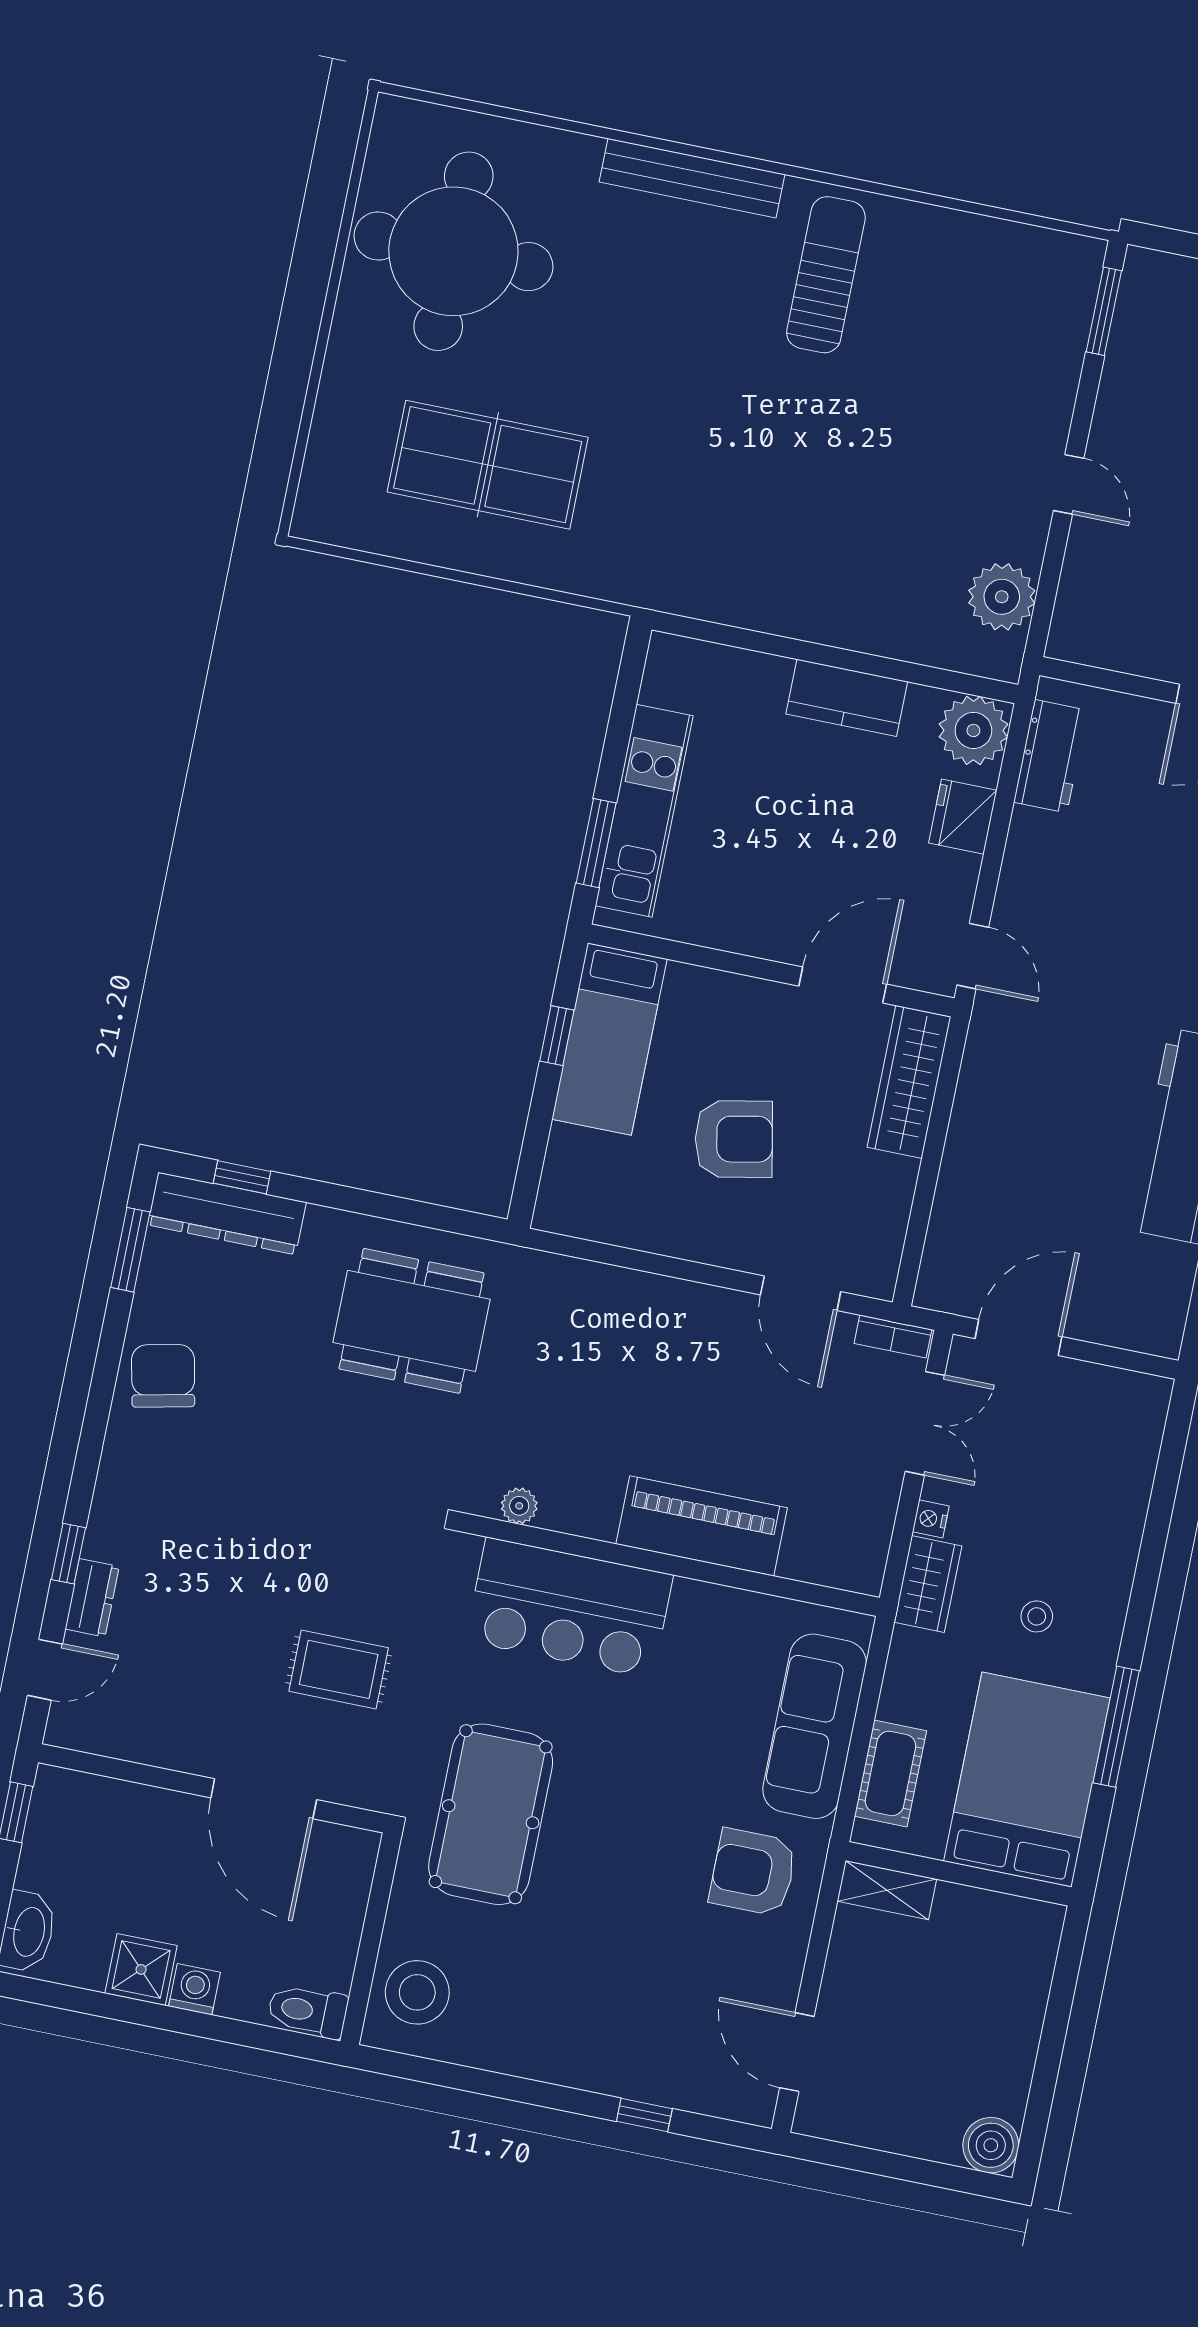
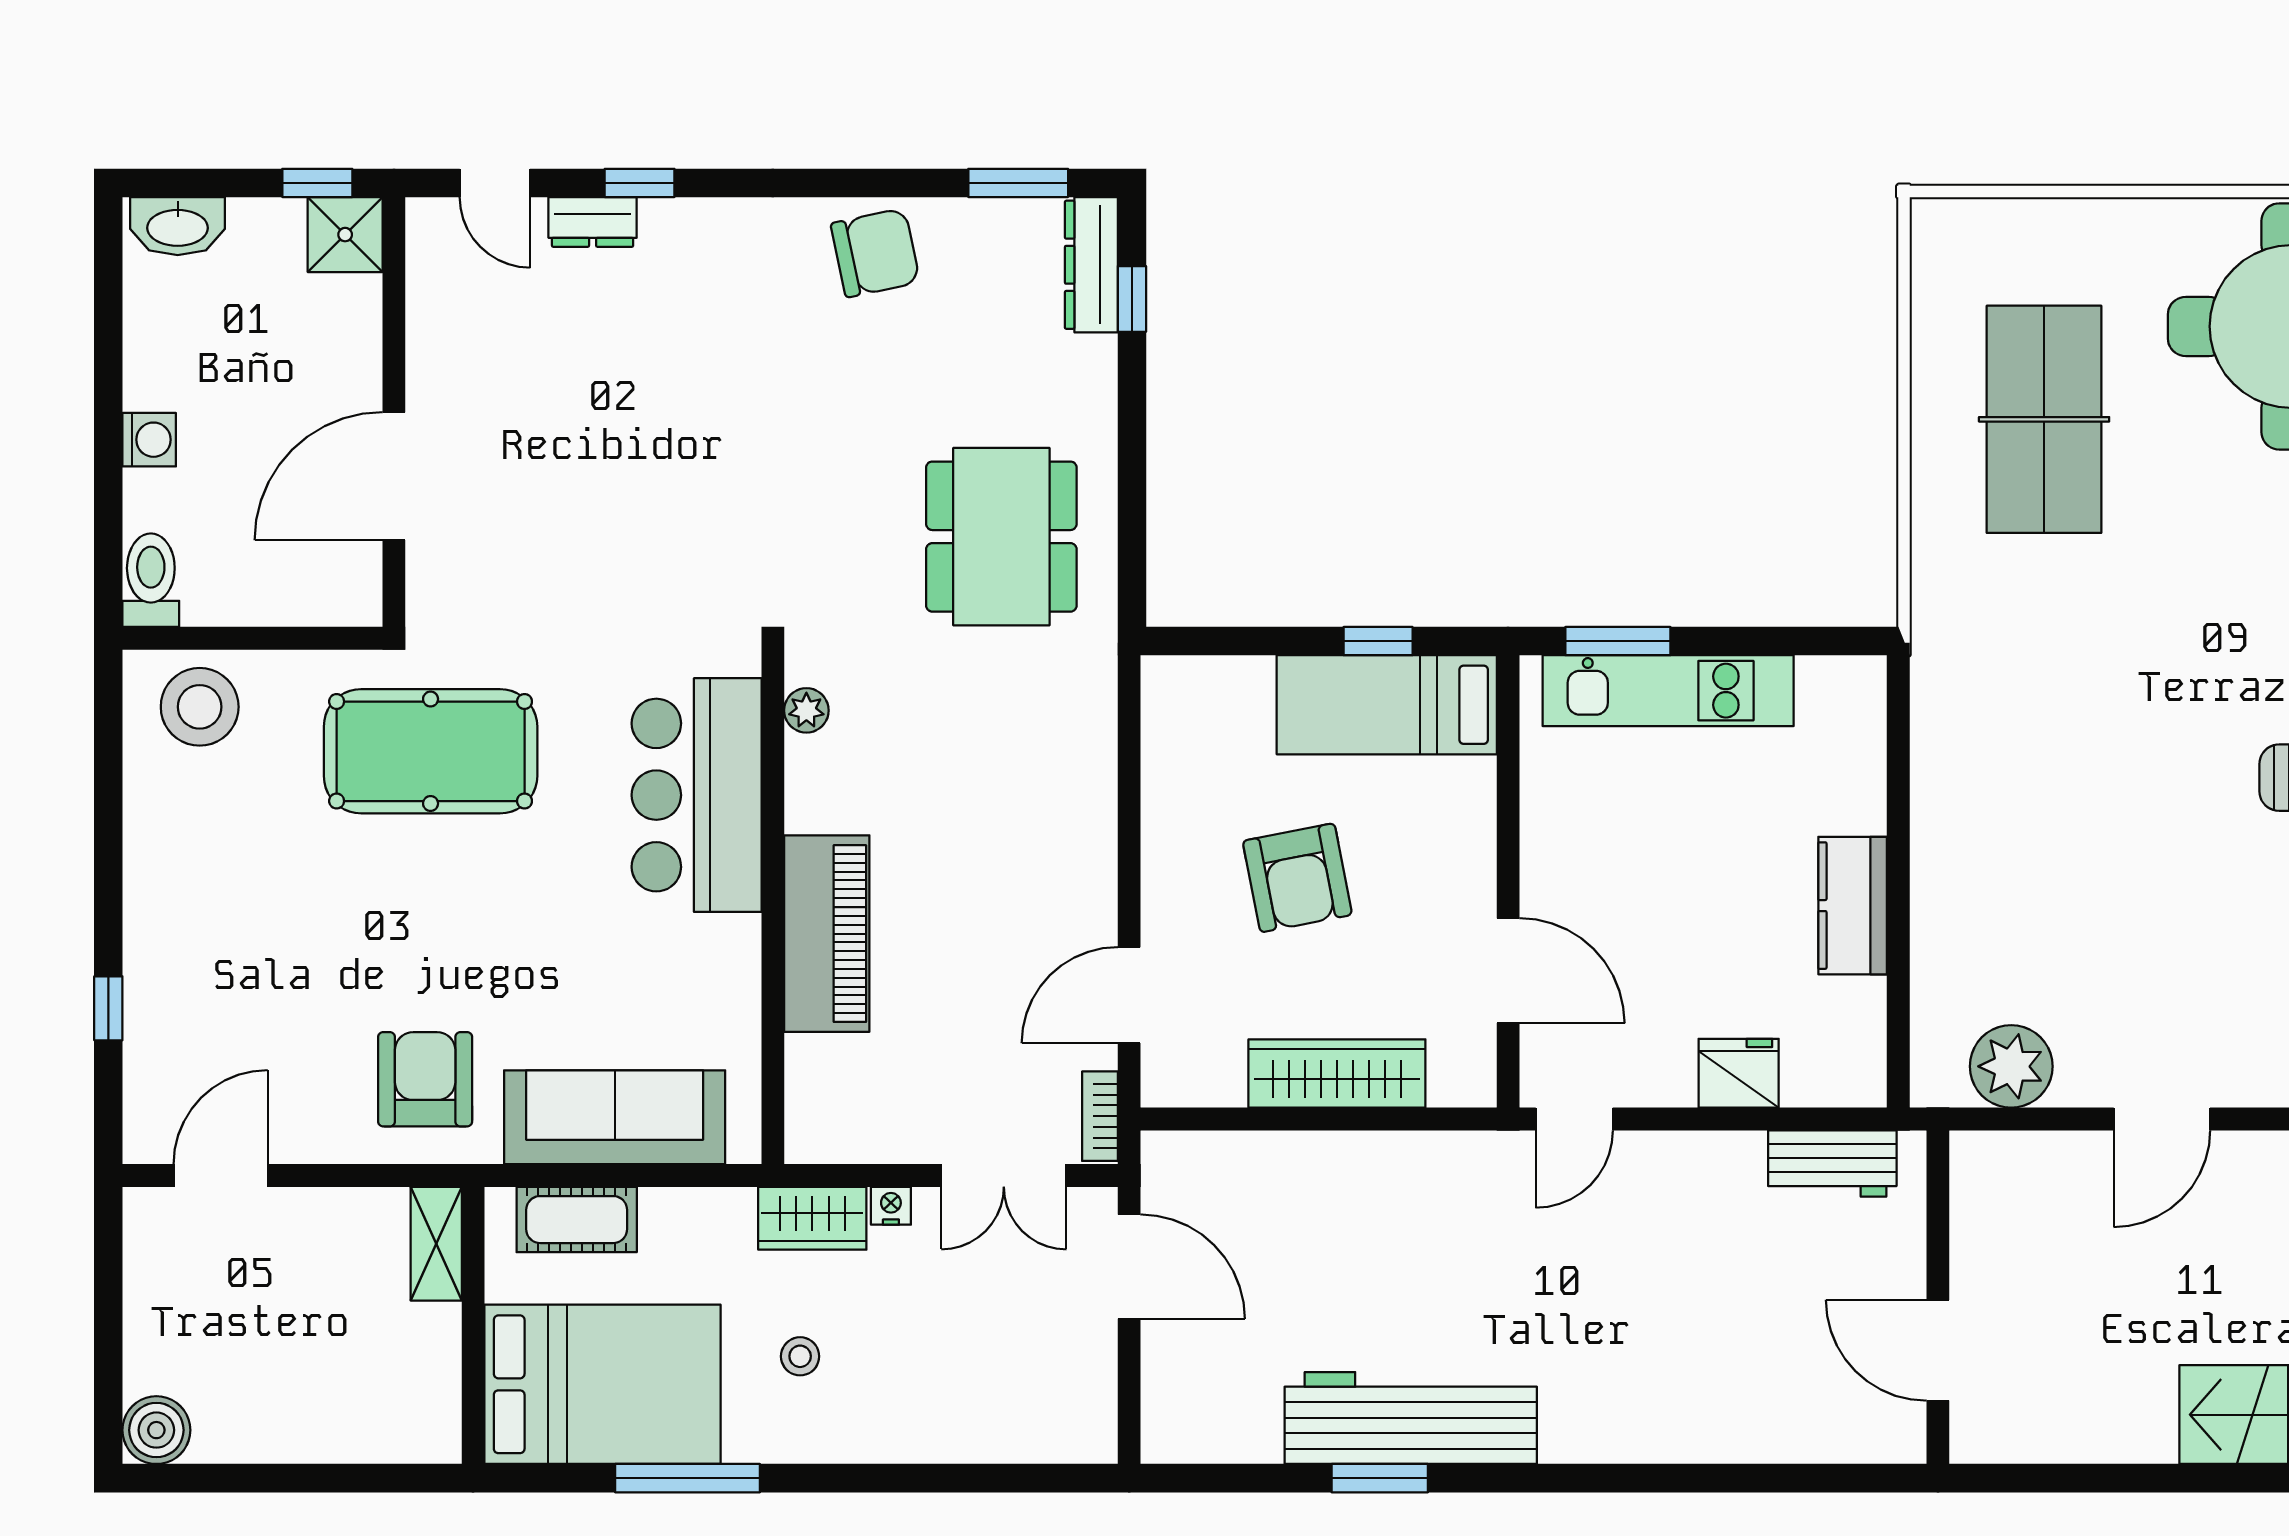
door: (1069, 484) -> (2162, 1119), width x1.38
plant: (973, 730) -> (1844, 1065), removed
wardrobe: (909, 1082) -> (1337, 1073), moved
dresser: (227, 1214) -> (1091, 265), width x0.73, depth x0.80
rug: (339, 1669) -> (567, 534), removed
shower: (141, 1969) -> (345, 235), moved

